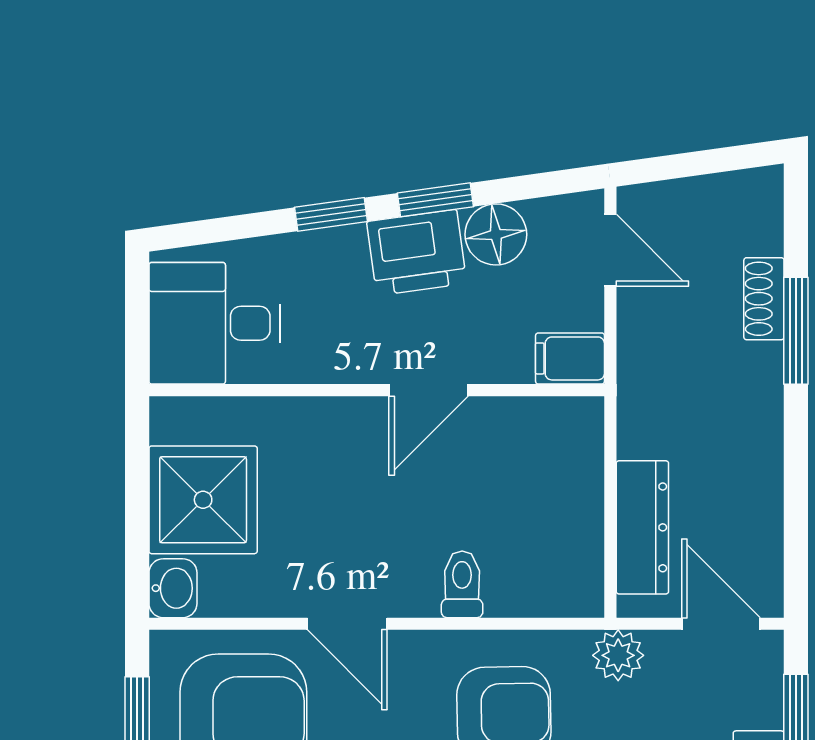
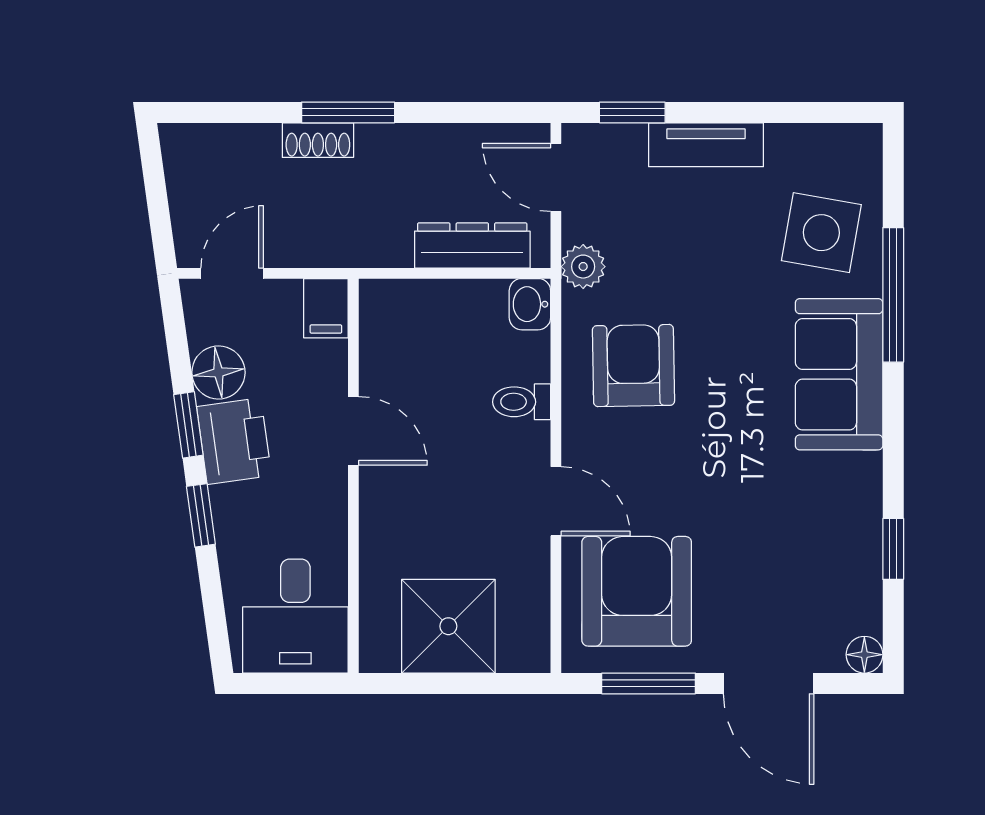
shoe rack: (764, 299) -> (318, 140), moved
window: (796, 331) -> (348, 112), moved
washbasin: (173, 588) -> (530, 304), moved, turned -90
door: (347, 624) -> (556, 501), hinge flipped
door: (721, 624) -> (556, 177), hinge flipped

